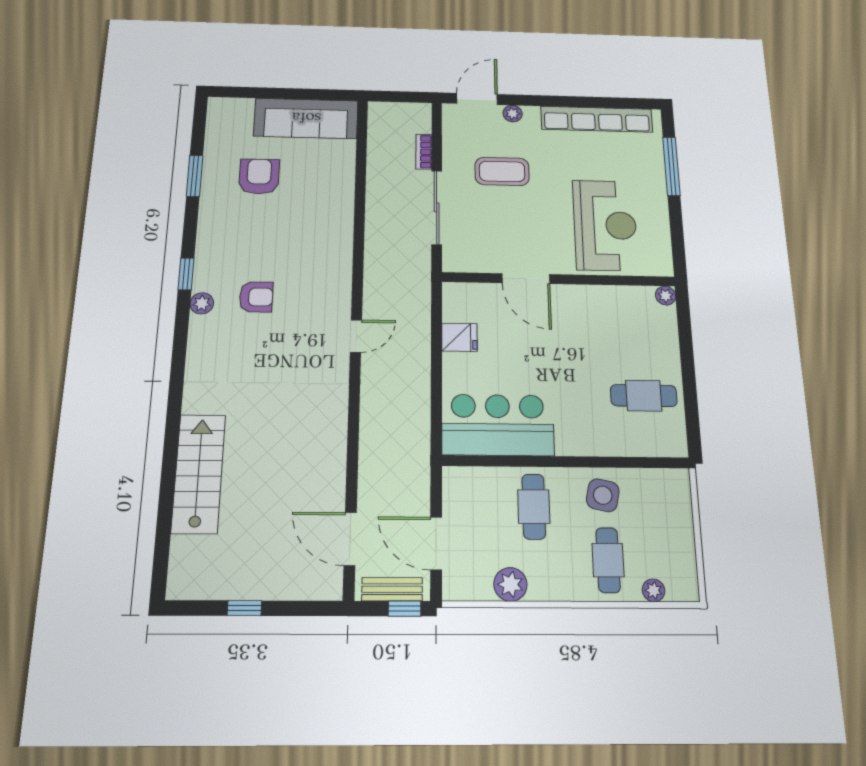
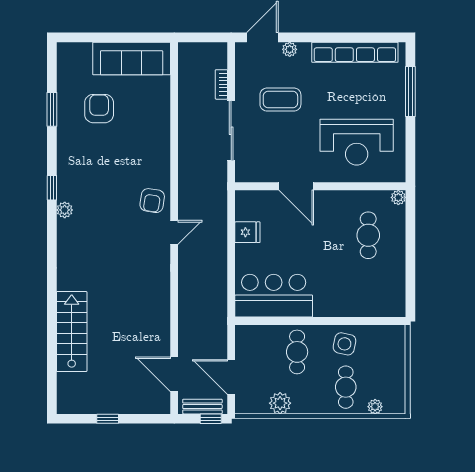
reception desk: (605, 225) -> (357, 142), turned 90
armchair: (256, 297) -> (152, 201), moved, turned 99
cafe table: (644, 396) -> (368, 235), moved, turned 90

